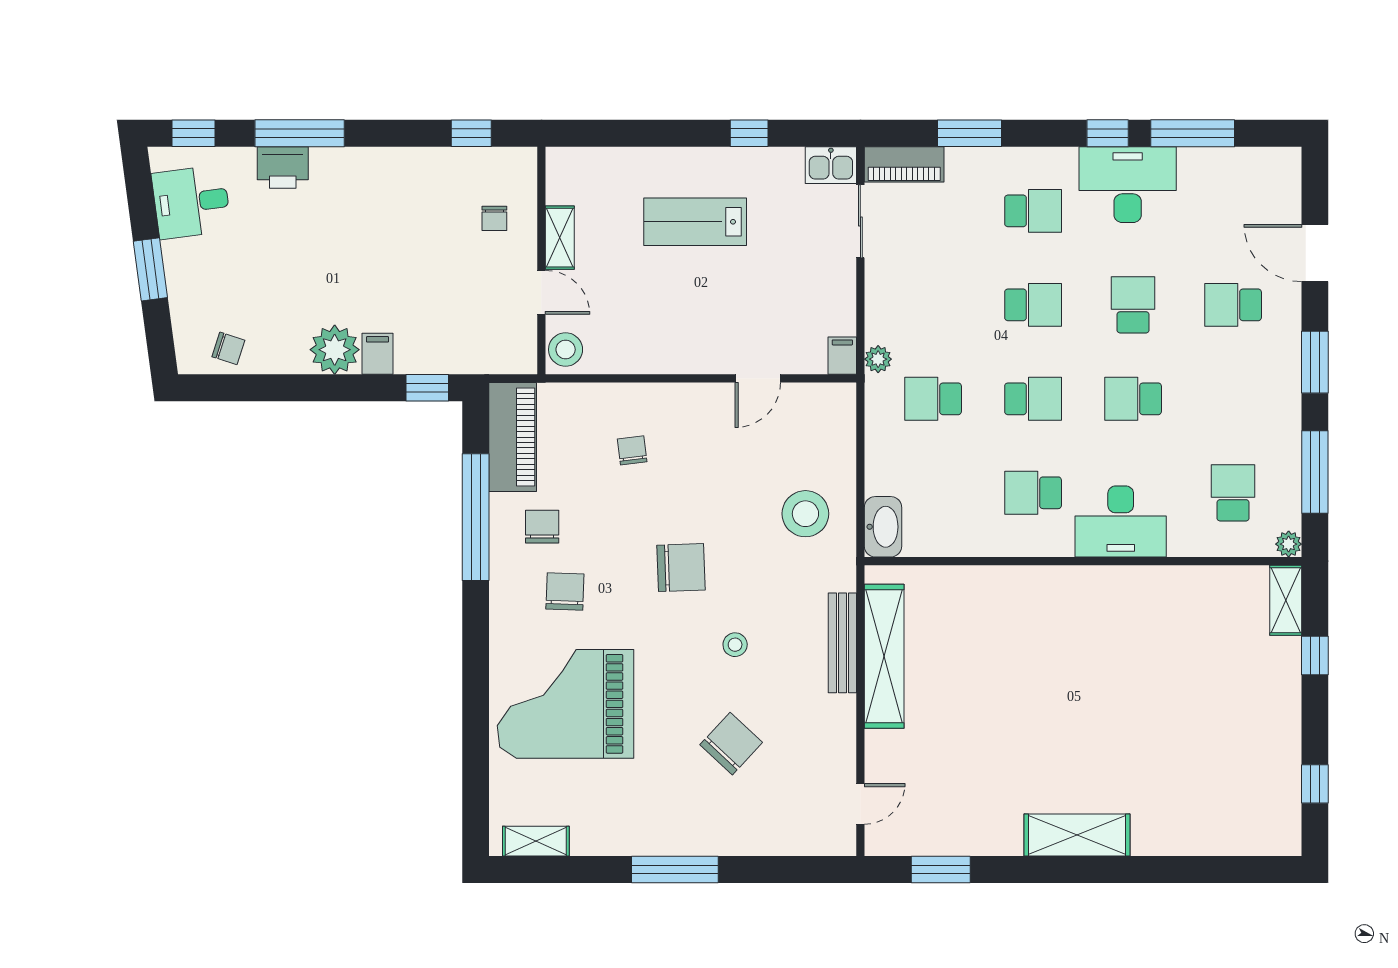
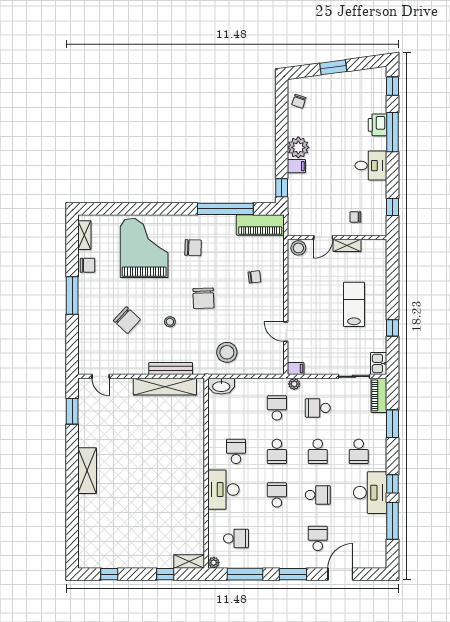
desk: (191, 202) -> (371, 166), moved, turned 98
school desk: (933, 305) -> (318, 408), added
chair: (542, 527) -> (87, 265), moved

